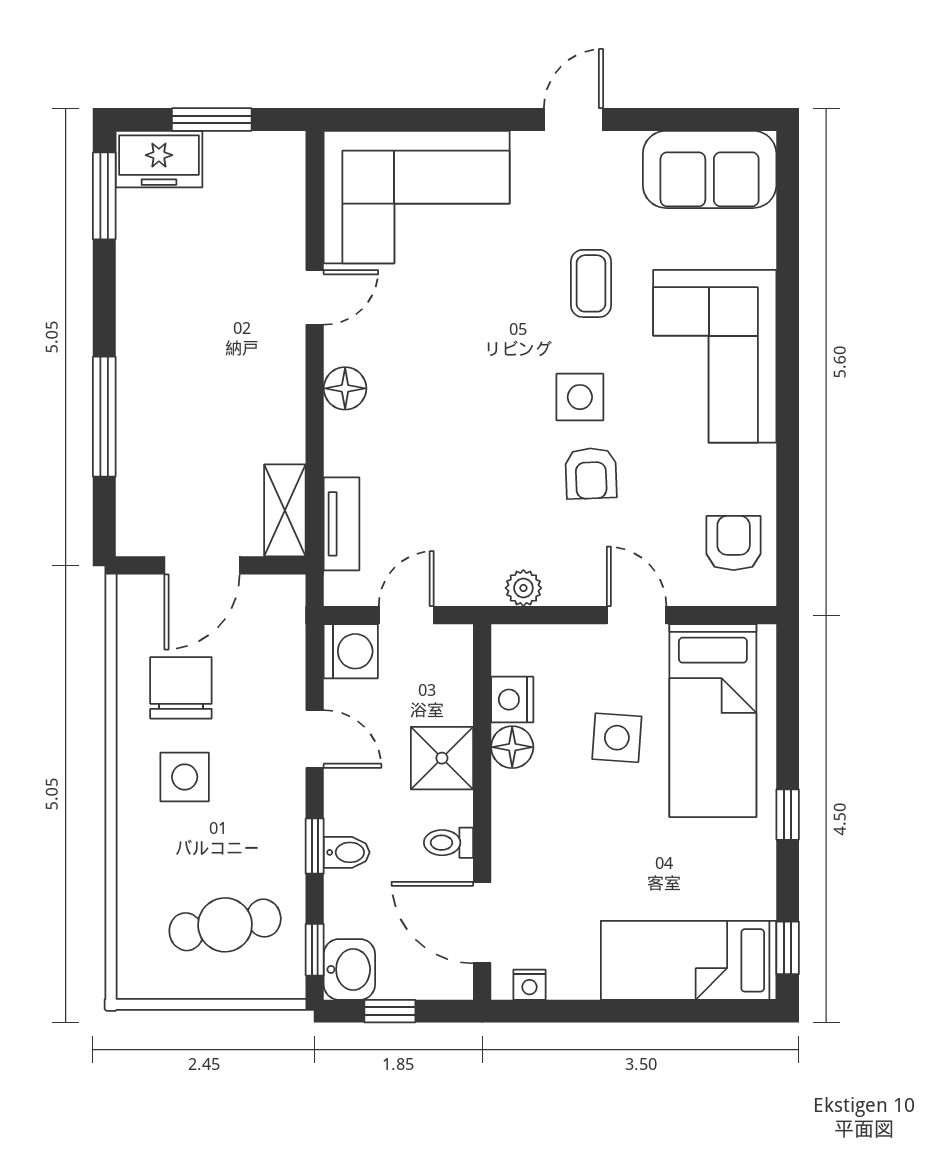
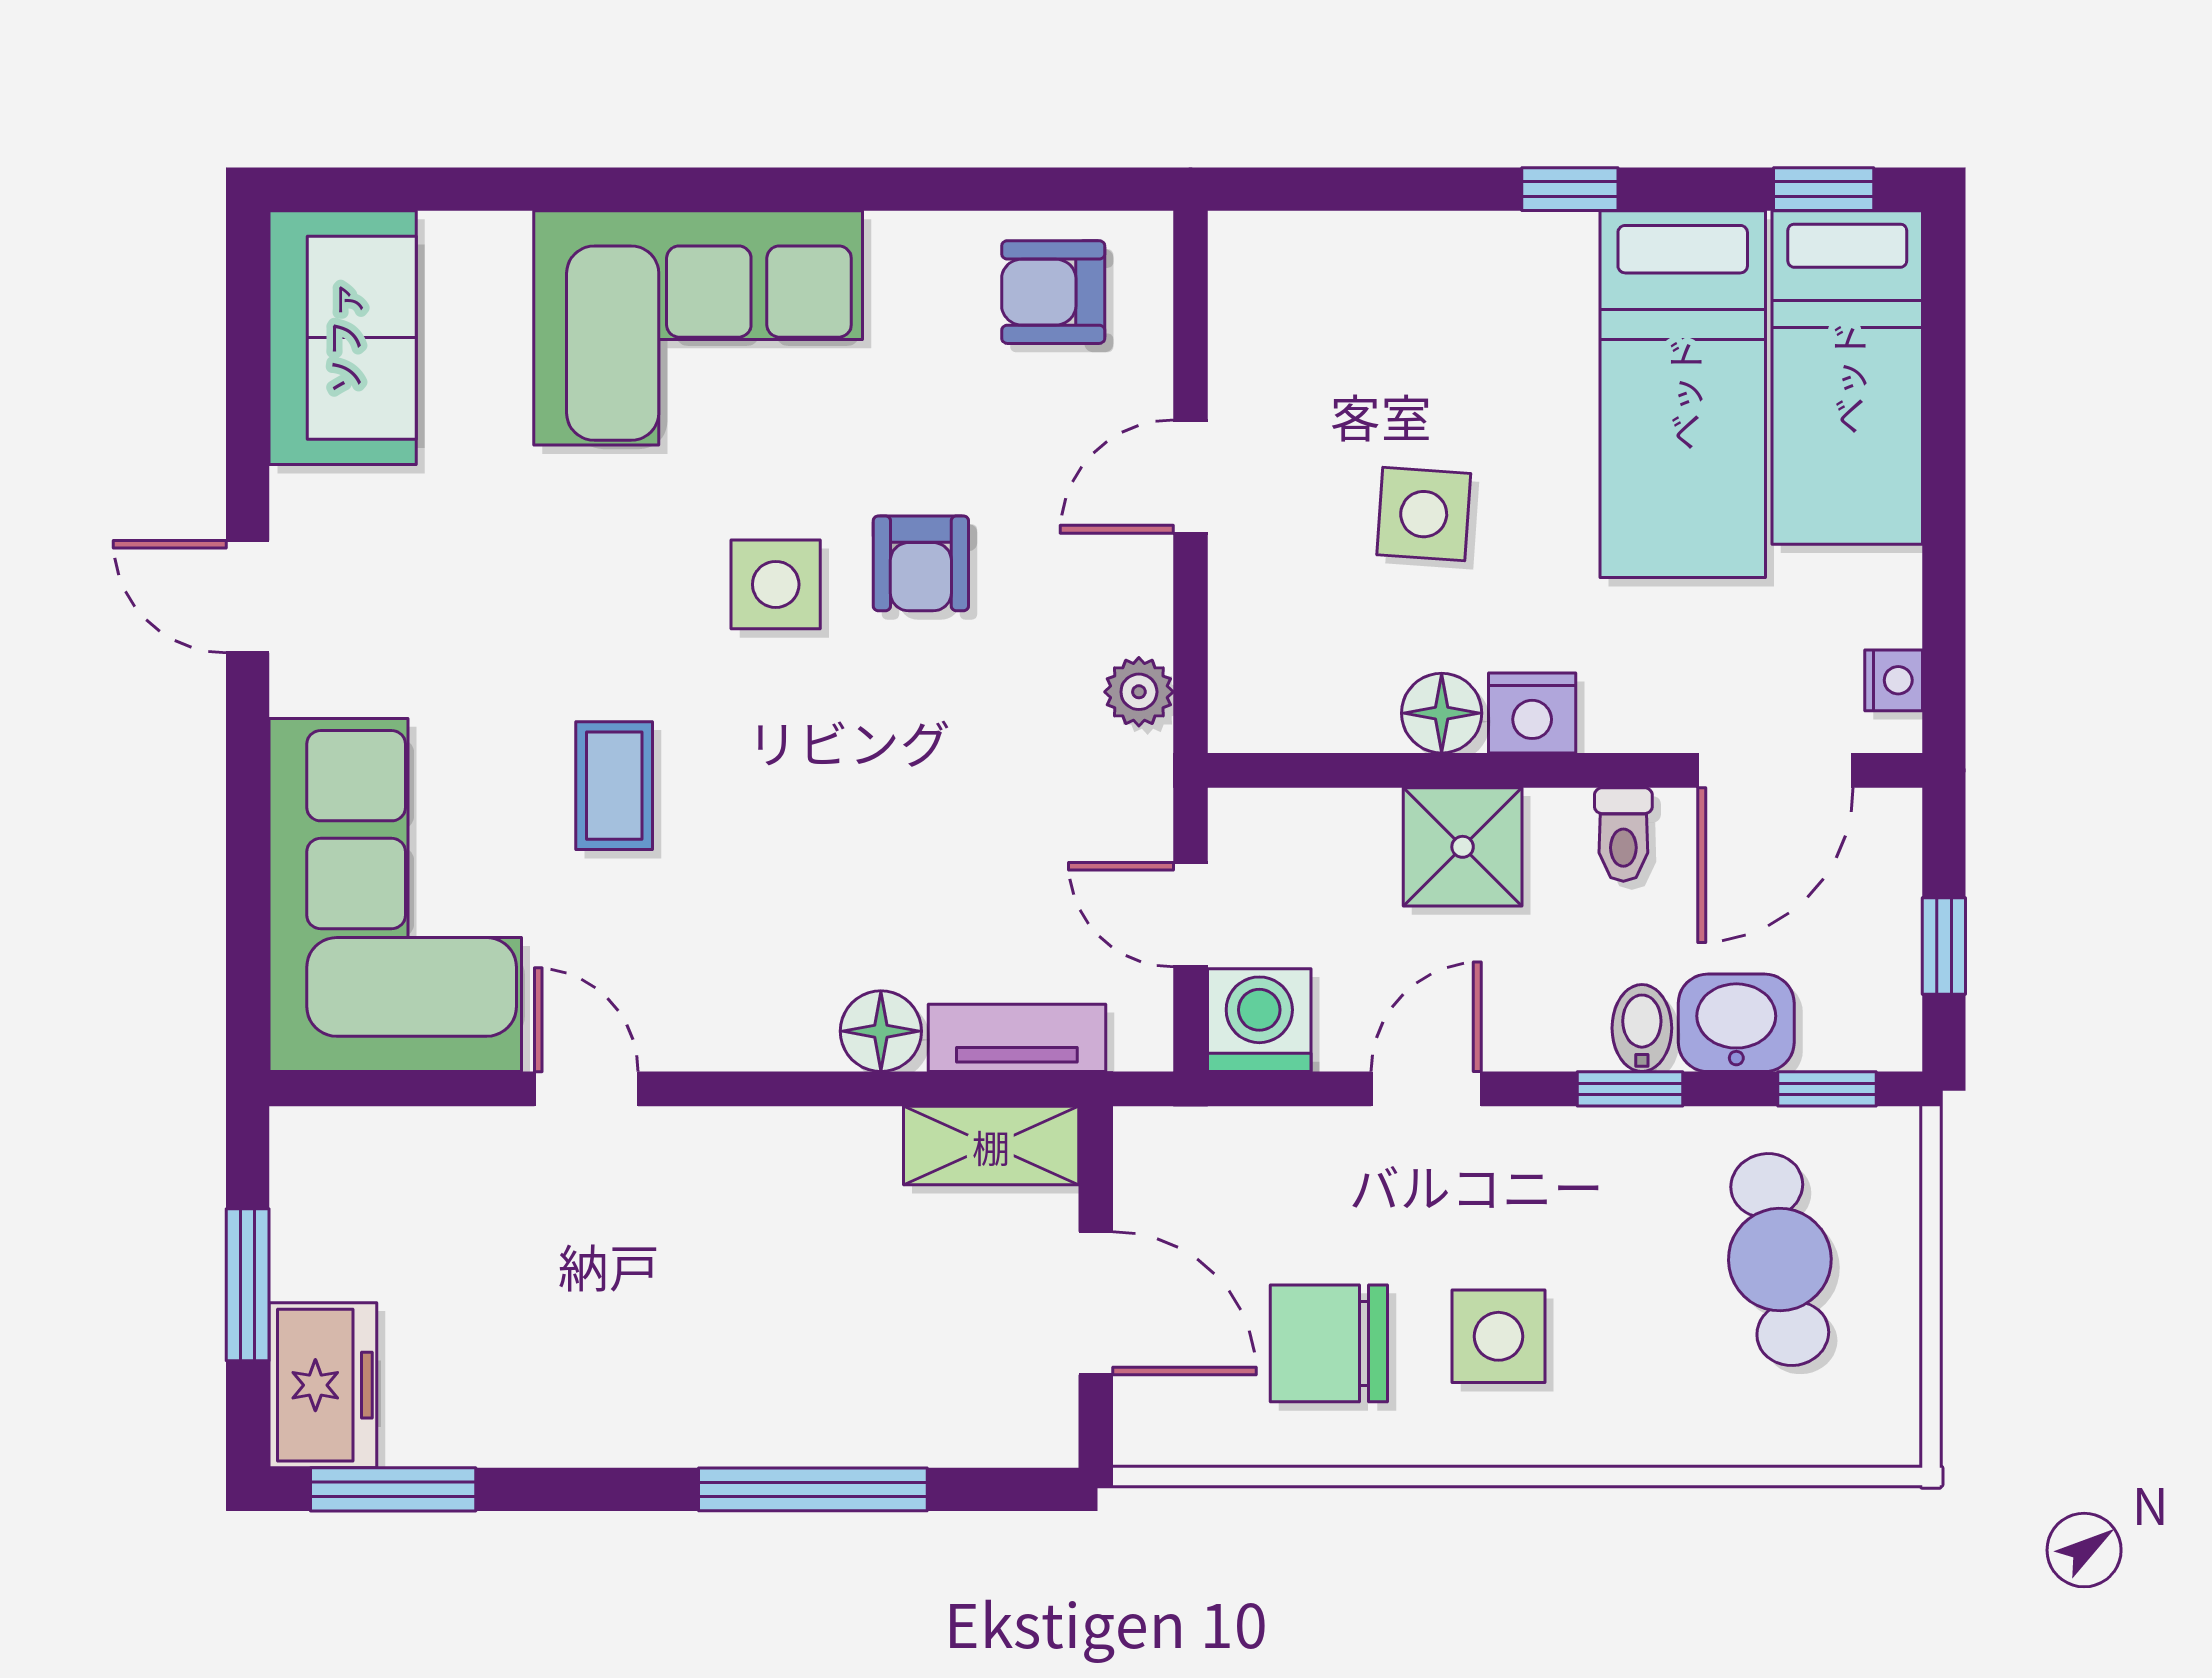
coffee table: (591, 283) -> (614, 786), moved, turned 90
floor lamp: (345, 388) -> (881, 1031), moved
armchair: (591, 473) -> (921, 563), turned 92
nightstand: (512, 700) -> (1532, 713), moved
bed: (713, 721) -> (1683, 394), moved, turned 90
washbasin: (349, 969) -> (1736, 1023), moved

